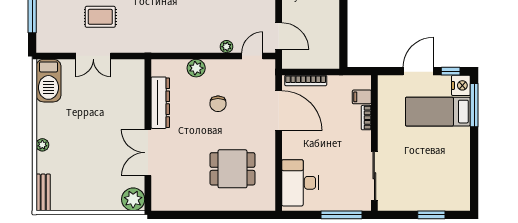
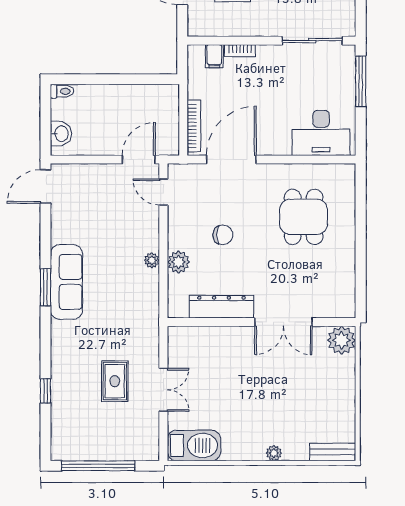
plant: (226, 47) -> (152, 260), moved

